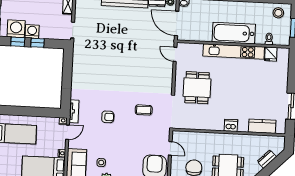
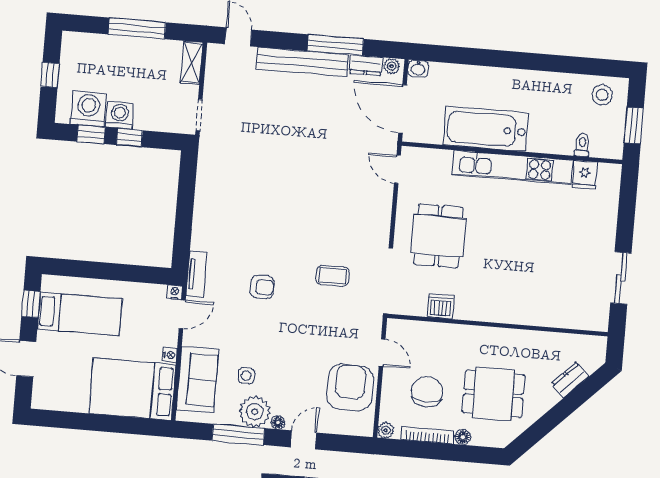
bathtub: (234, 33) -> (486, 129), moved
dishwasher: (231, 125) -> (441, 306), moved
kitchen counter: (262, 126) -> (563, 315), removed

